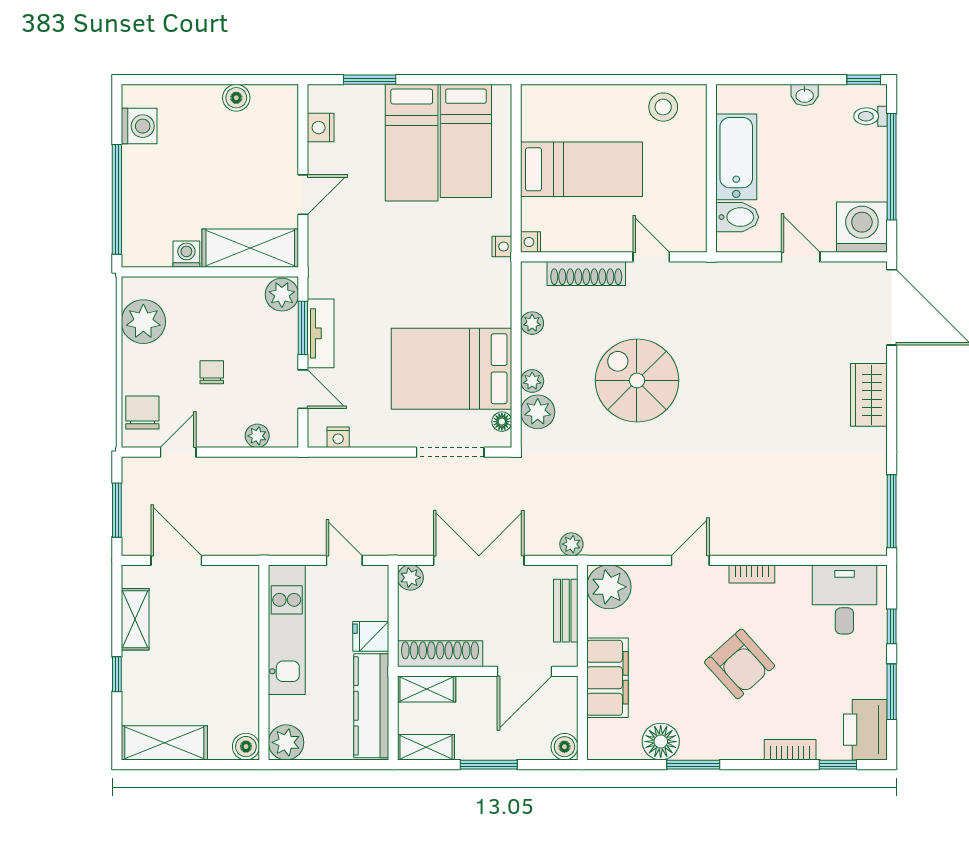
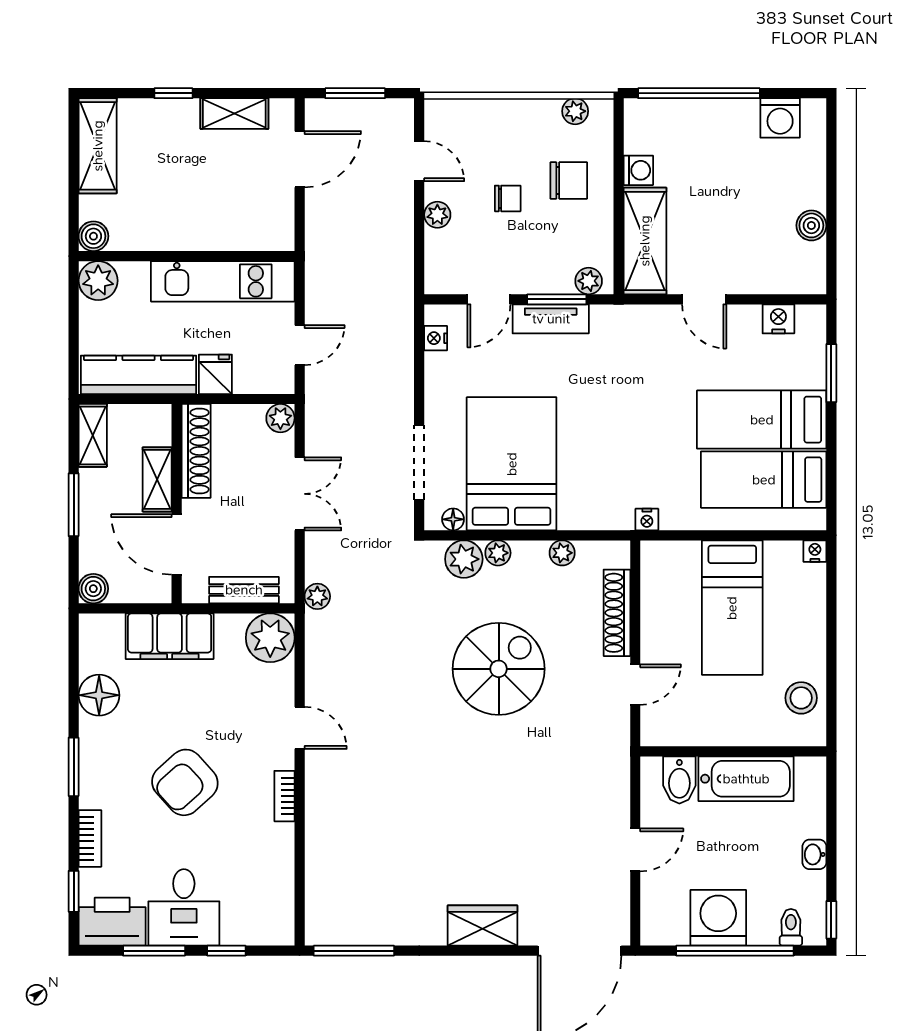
washing machine: (862, 227) -> (718, 918), moved, turned -90
nightstand: (531, 242) -> (815, 551), moved
plant: (282, 295) -> (589, 281), width x0.73, depth x0.73
plant: (143, 322) -> (575, 111), width x0.53, depth x0.53
chair: (142, 412) -> (569, 181), moved
plant: (257, 436) -> (437, 215), moved
double door: (479, 560) -> (300, 494), width x0.73
desk: (844, 599) -> (184, 907), moved, turned 90
shelving: (427, 689) -> (157, 479), moved
window: (693, 765) -> (74, 767), moved

